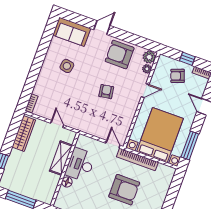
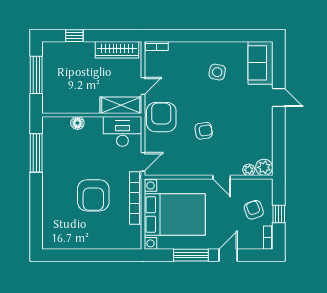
armchair: (120, 55) -> (161, 117), moved
window: (190, 146) -> (191, 255), moved
shelving: (61, 158) -> (121, 105), moved
desk: (80, 165) -> (122, 131), moved

